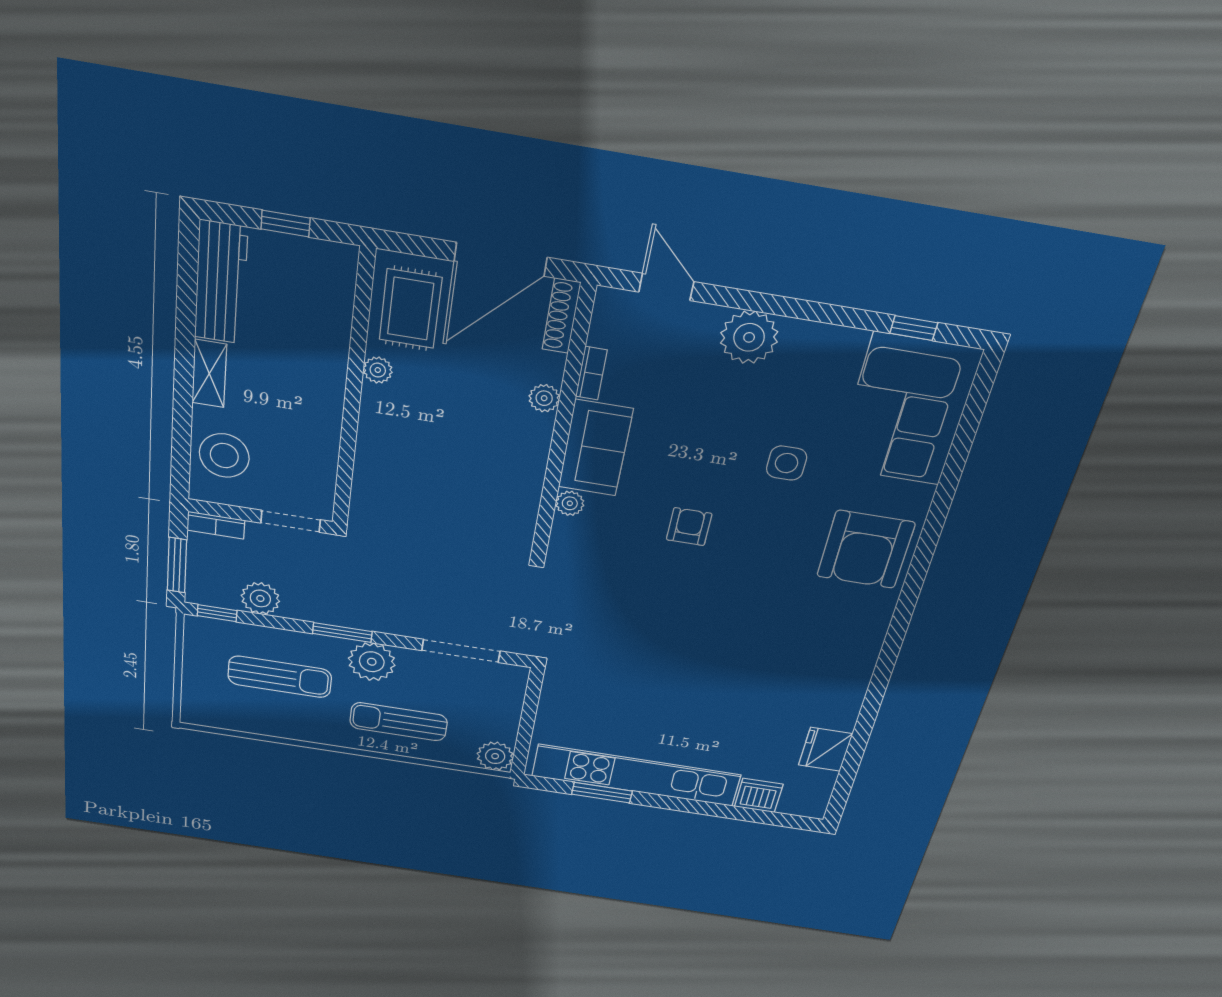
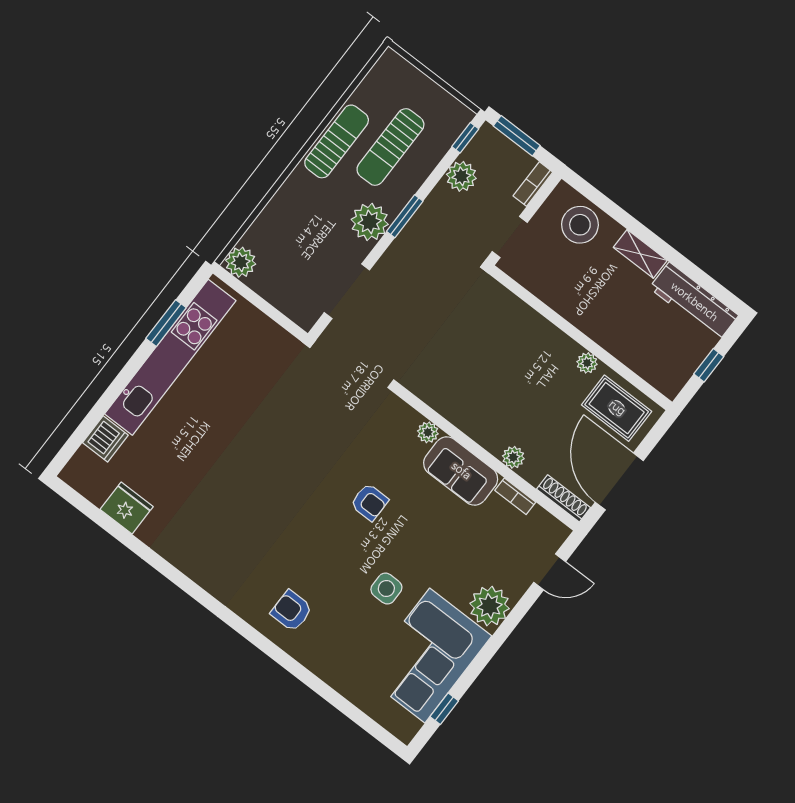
corner sofa: (907, 410) -> (427, 656), moved, turned -90
armchair: (866, 550) -> (292, 611), width x0.53, depth x0.53
sun lounger: (399, 722) -> (337, 141), moved

